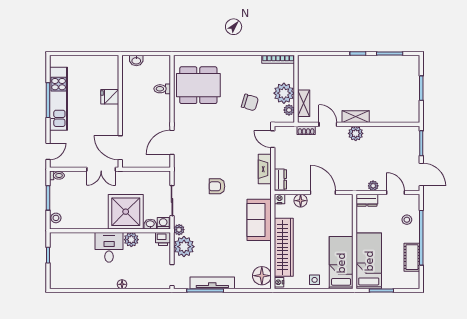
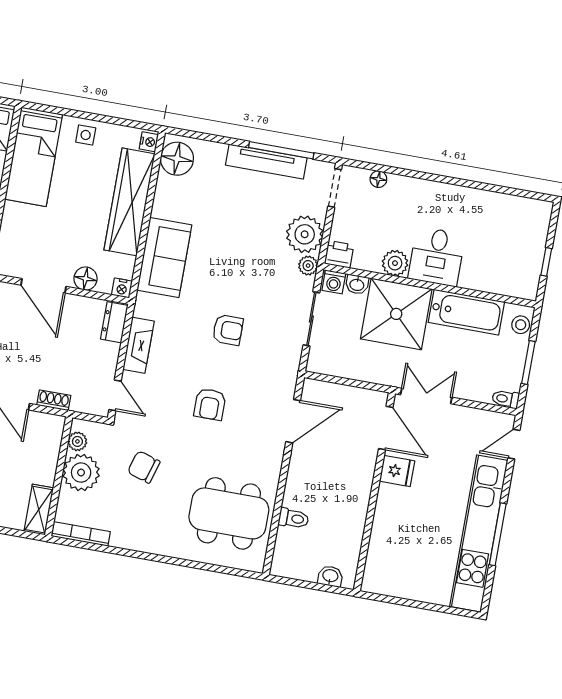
fridge: (110, 97) -> (397, 471), moved
kitchen unit: (59, 99) -> (479, 533), width x1.36
shelving: (304, 103) -> (39, 510), moved
armchair: (220, 144) -> (210, 404), added
bathtub: (87, 220) -> (466, 312), added
floor lamp: (122, 284) -> (378, 179), moved

